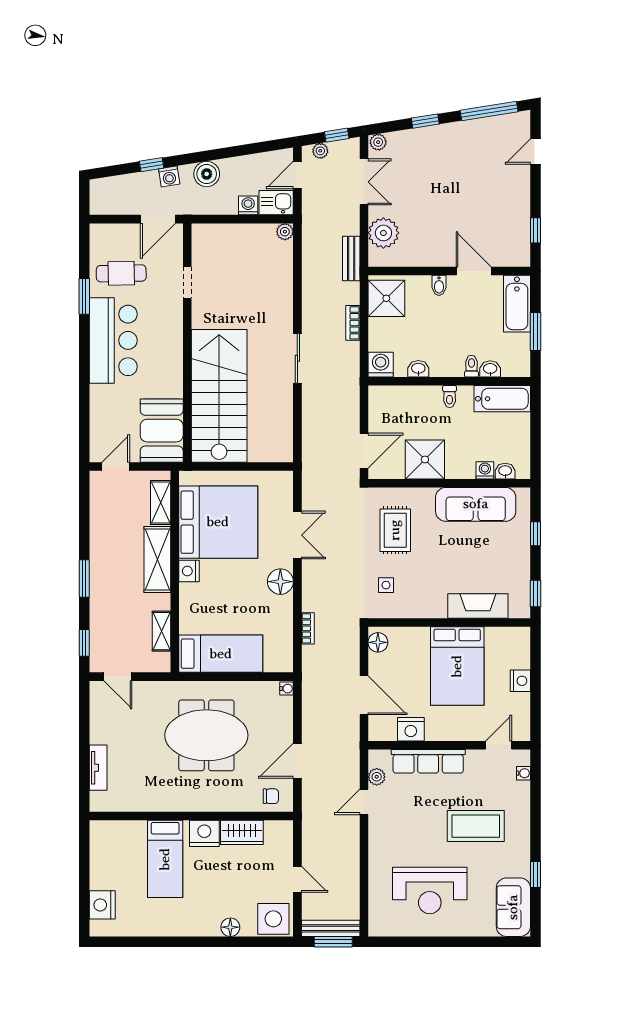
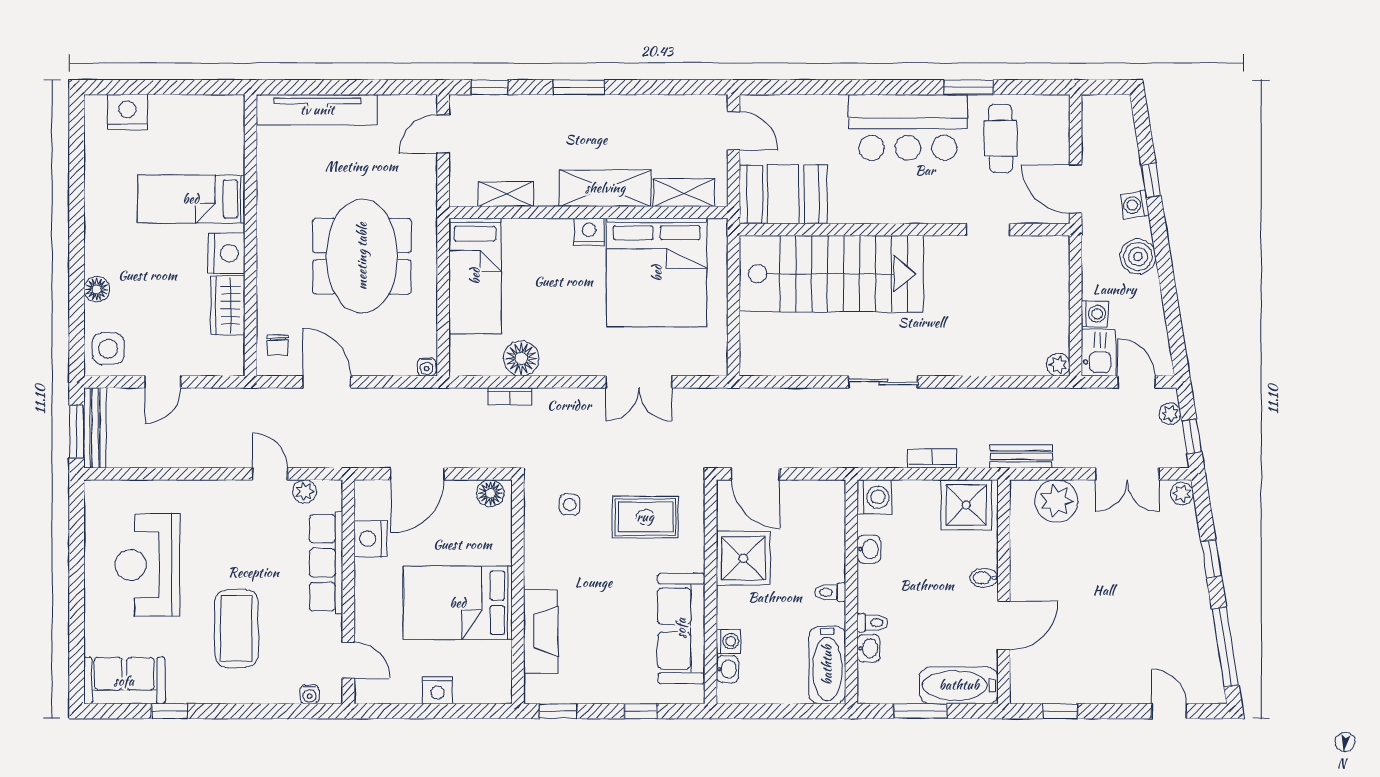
floor lamp: (280, 582) -> (521, 358), moved
tv unit: (98, 768) -> (317, 110), width x1.92, depth x1.29
side table: (273, 919) -> (108, 349), width x0.73, depth x0.73

